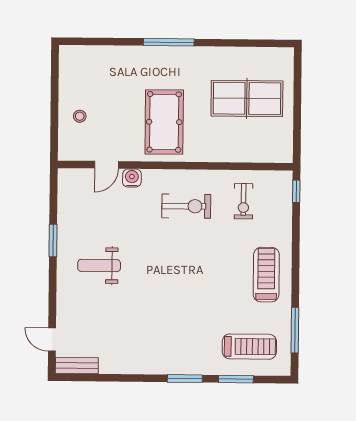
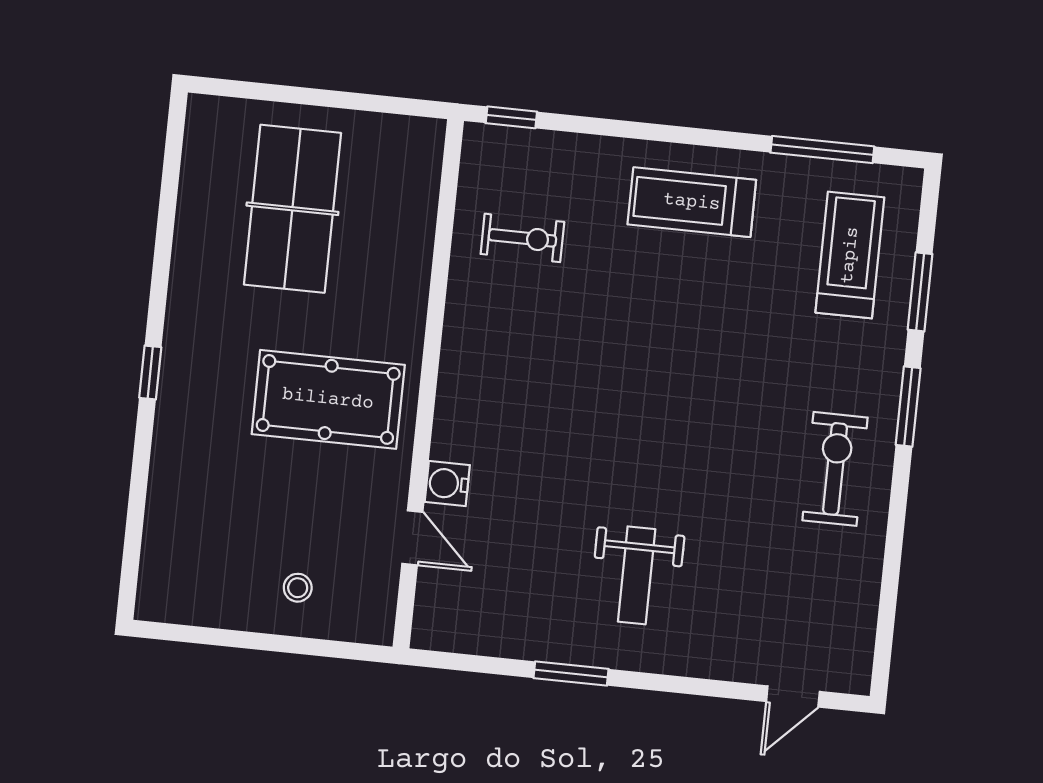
window: (169, 42) -> (150, 372), width x0.46
exercise bike: (186, 206) -> (835, 469), moved
bench: (77, 366) -> (856, 646), removed

